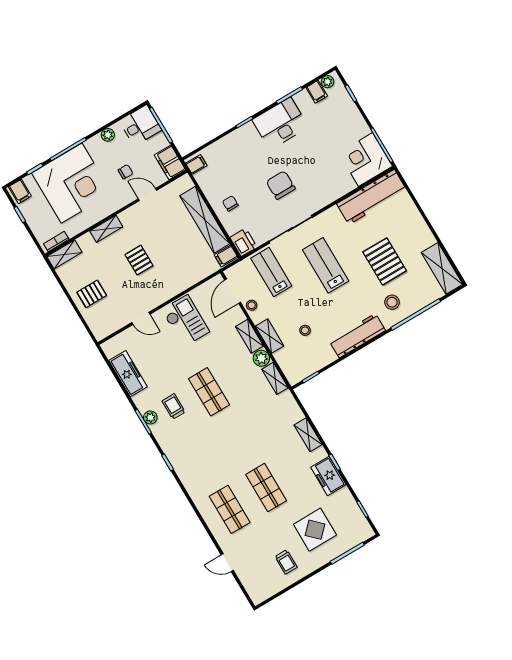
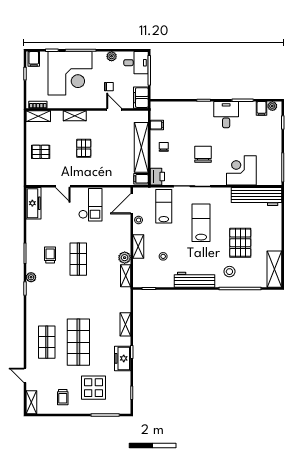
desk: (280, 123) -> (226, 115), width x0.73
corner desk: (365, 160) -> (241, 170), moved
filing cabinet: (196, 164) -> (157, 125), moved
shelving: (249, 336) -> (31, 402), moved
freezer: (128, 374) -> (33, 203), moved
plant: (150, 417) -> (31, 277), moved
shop shelf: (266, 488) -> (78, 342), width x1.43, depth x1.36

